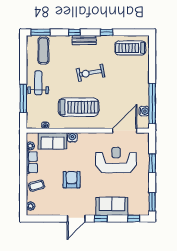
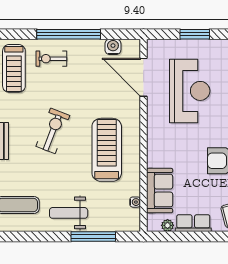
exercise bike: (137, 72) -> (51, 59), added
exercise bike: (91, 73) -> (53, 131), turned -149
window: (152, 104) -> (69, 34), moved
water cooler: (72, 137) -> (154, 159), removed
reception desk: (116, 160) -> (190, 91), turned 180

